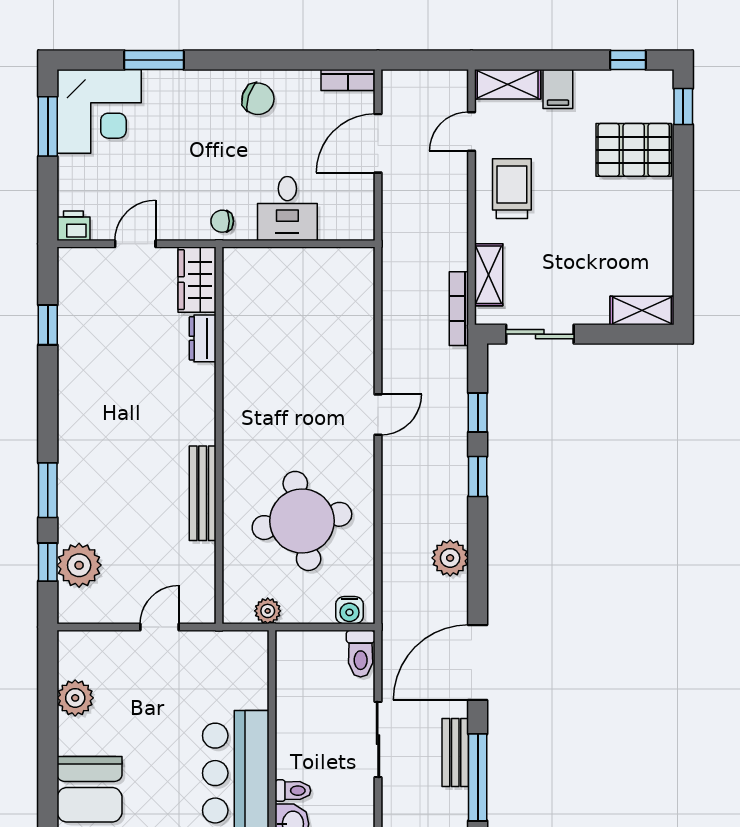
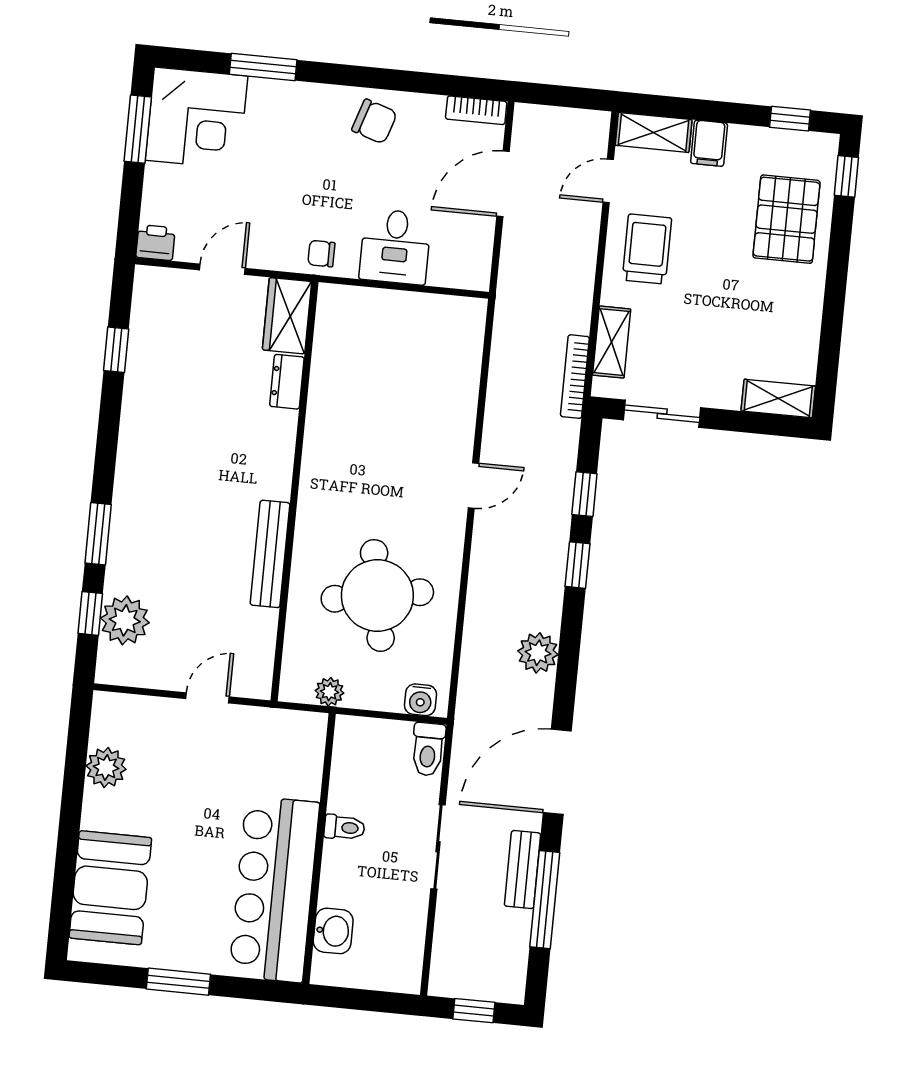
pallet: (634, 150) -> (787, 219), turned 90
toilet: (293, 791) -> (344, 827), moved

